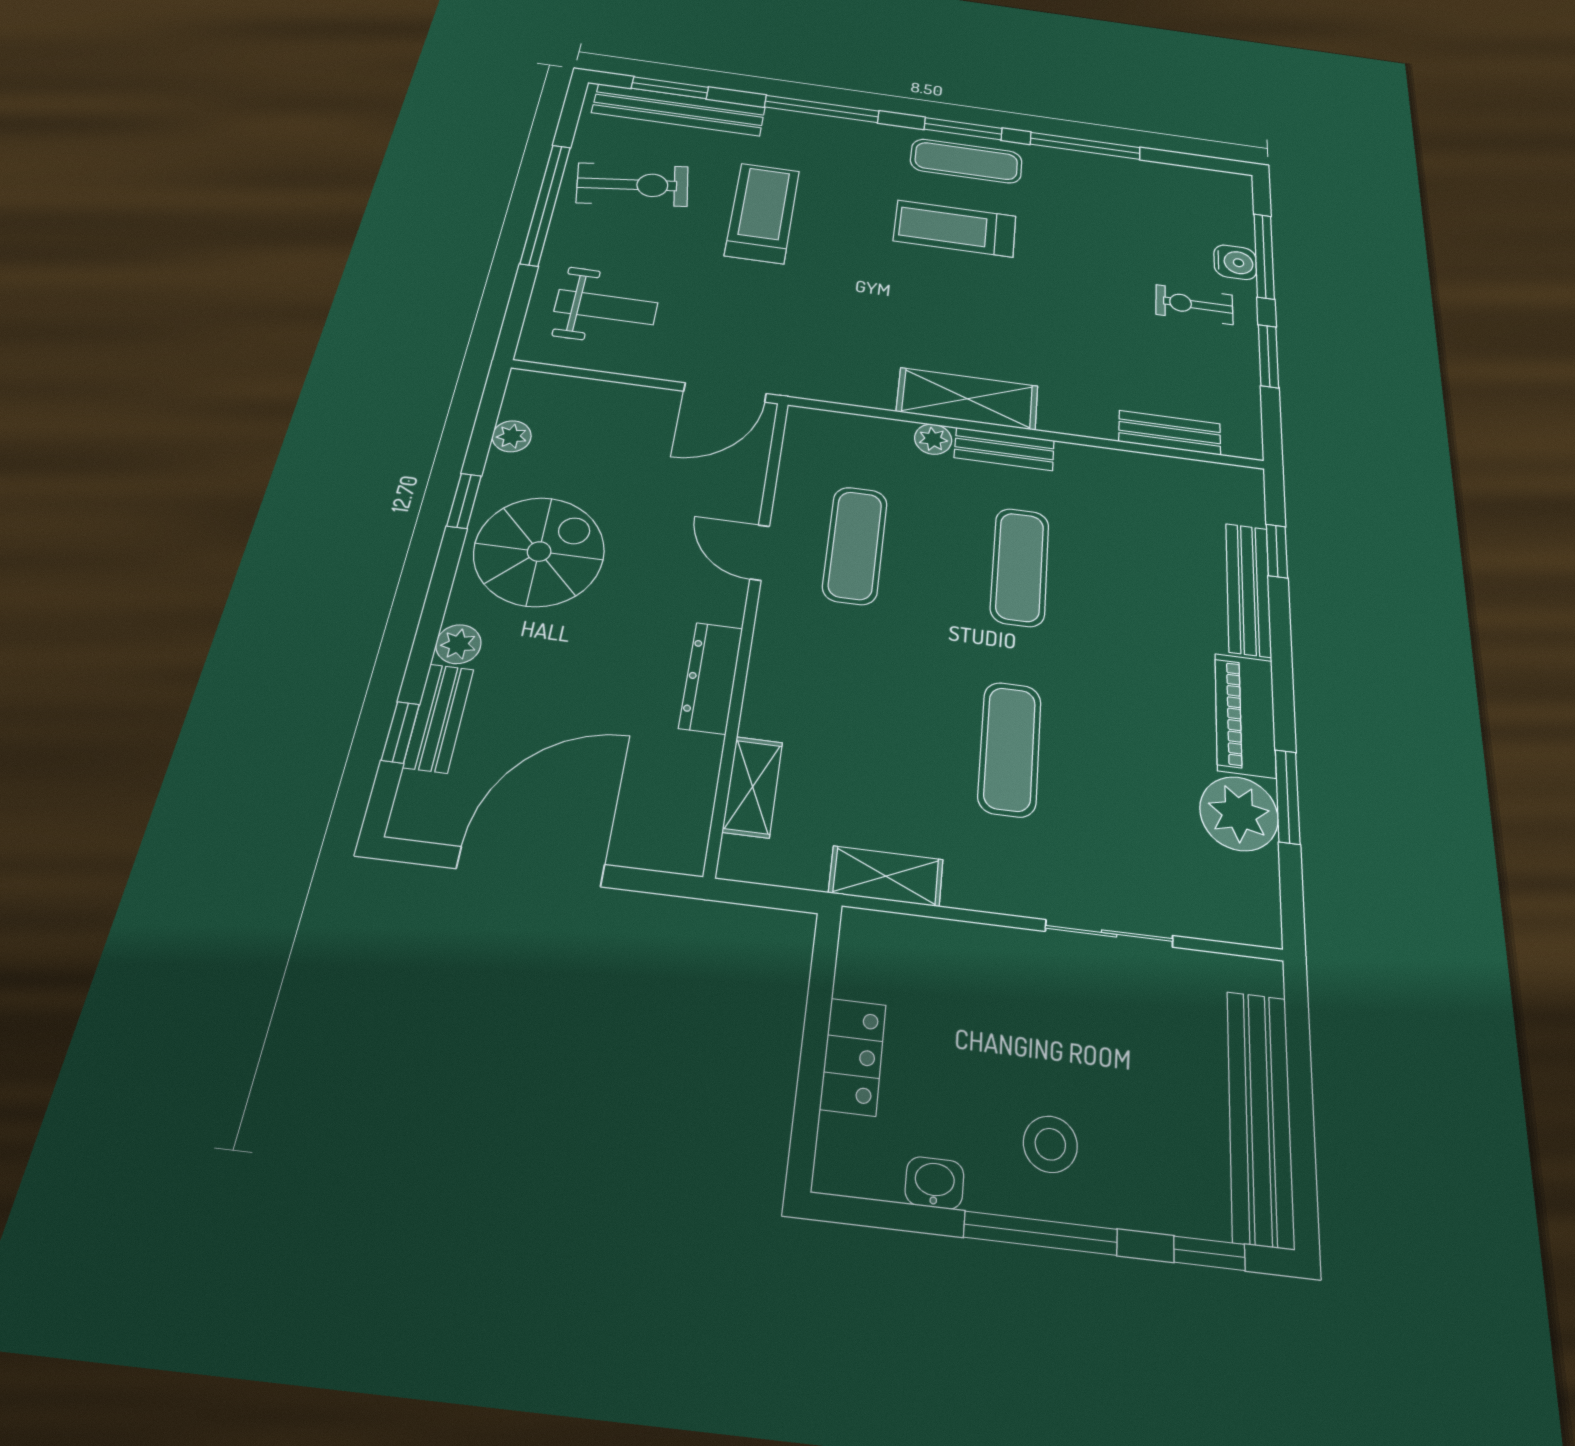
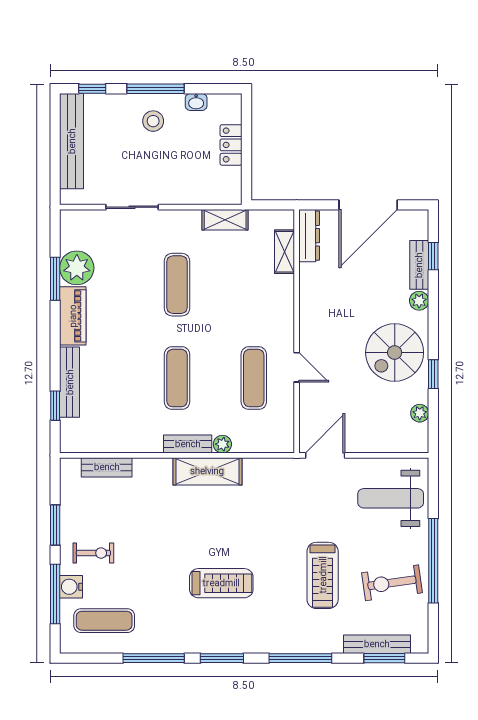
bench: (679, 110) -> (377, 644), width x0.73, depth x0.82
exercise mat: (966, 161) -> (104, 621), moved
weight bench: (606, 307) -> (391, 498), width x1.36, depth x1.33
dresser: (711, 678) -> (309, 236), moved

